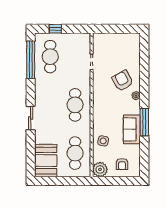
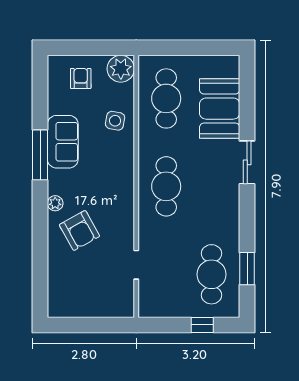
window: (31, 60) -> (247, 269), width x0.47
booth: (46, 161) -> (220, 109), moved

